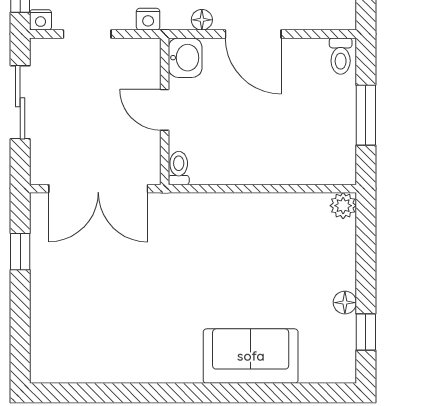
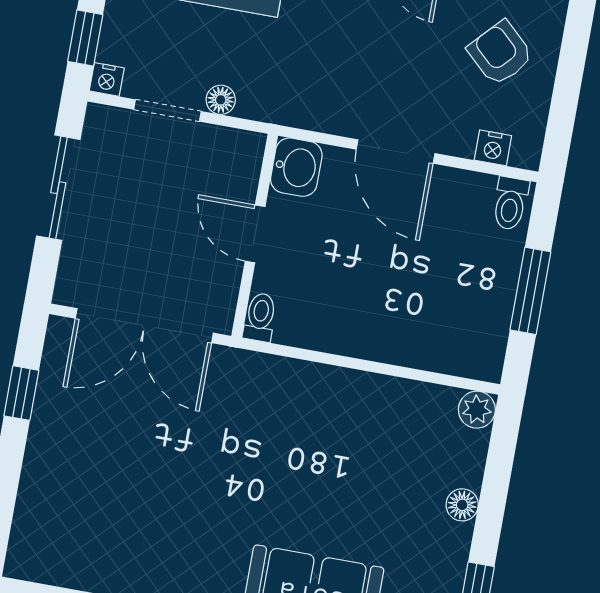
nightstand: (148, 19) -> (493, 148), moved
floor lamp: (202, 20) -> (221, 100), moved
floor lamp: (345, 303) -> (462, 505), moved

